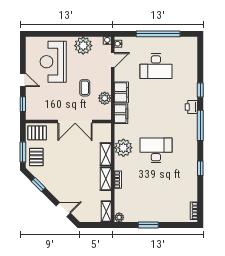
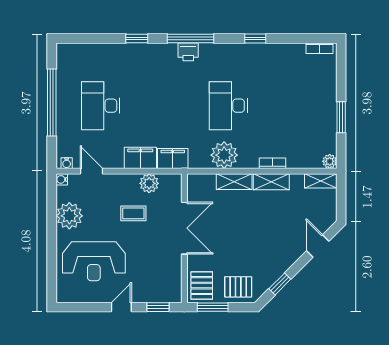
desk: (156, 66) -> (101, 106), turned 180
printer: (191, 107) -> (188, 52), moved
window: (23, 152) -> (213, 307), moved

